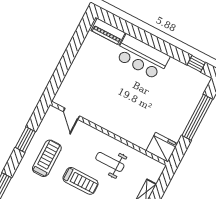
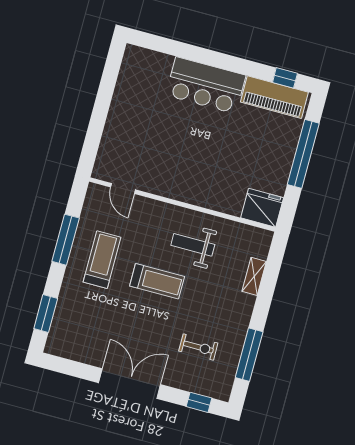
piano: (108, 32) -> (274, 97), moved, width x1.37, depth x1.33
window: (25, 140) -> (66, 240), width x1.44

